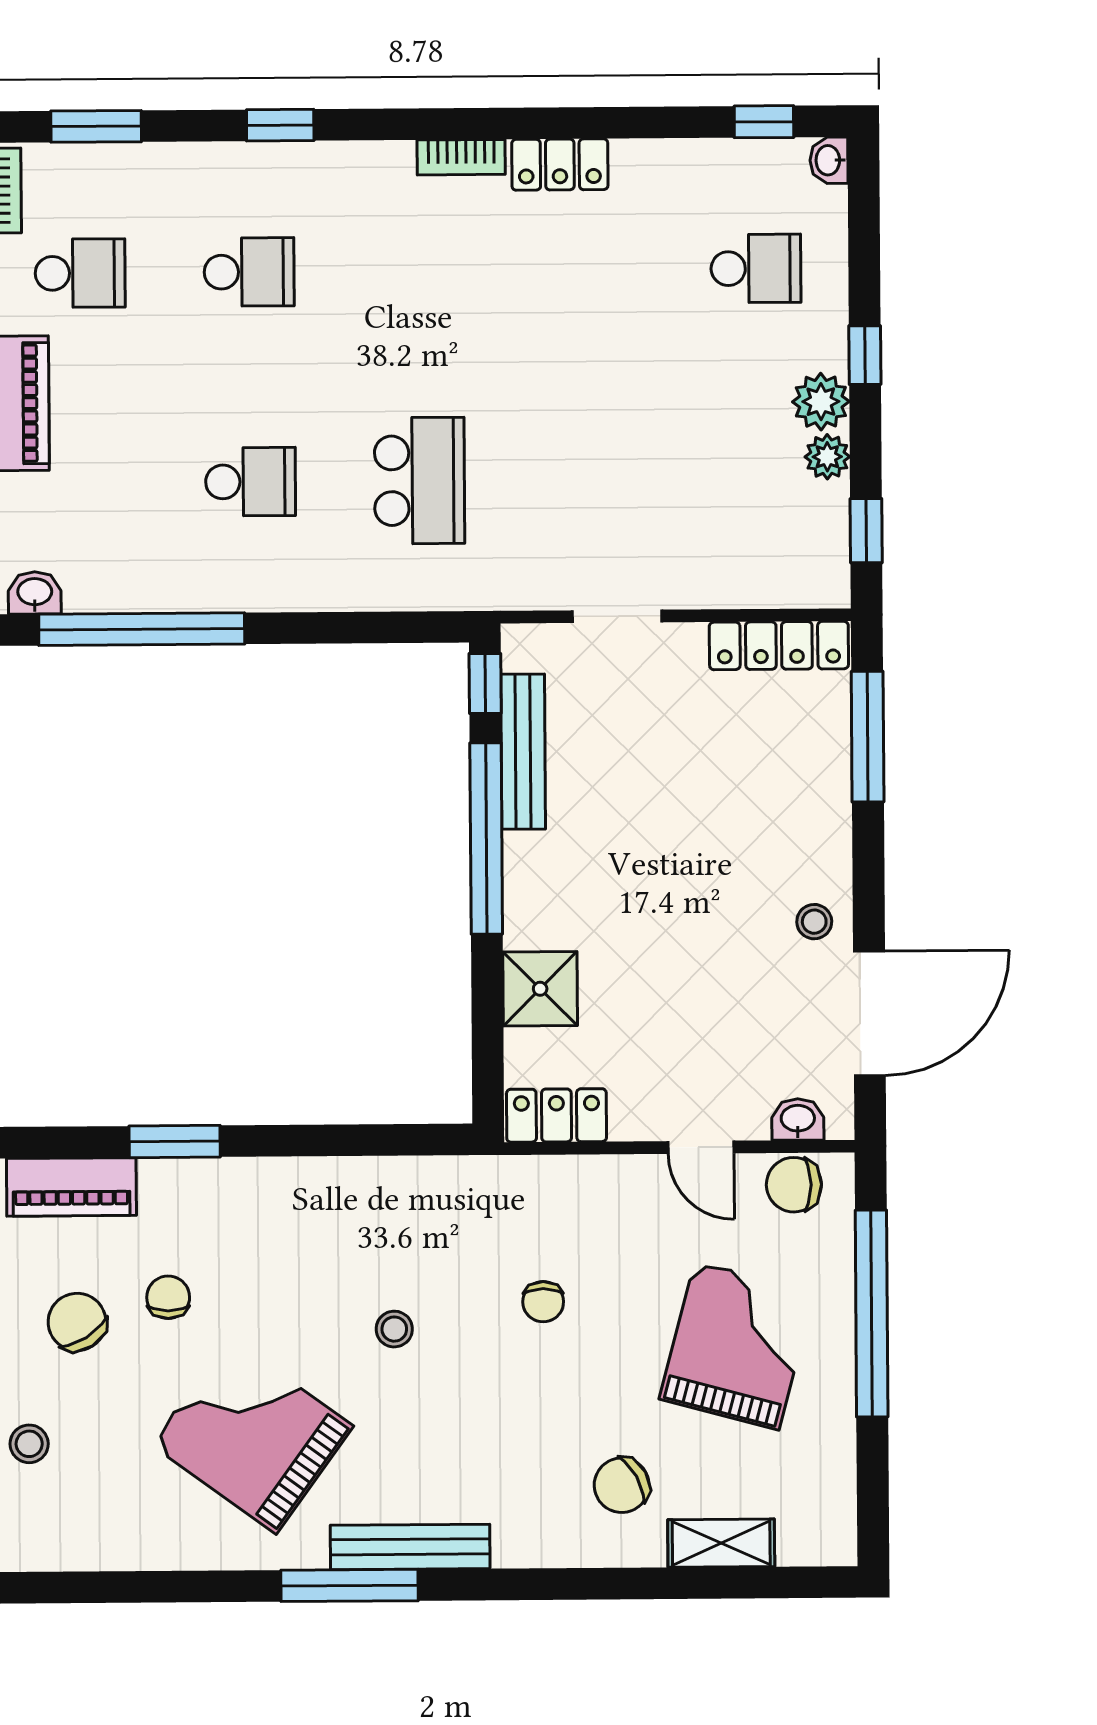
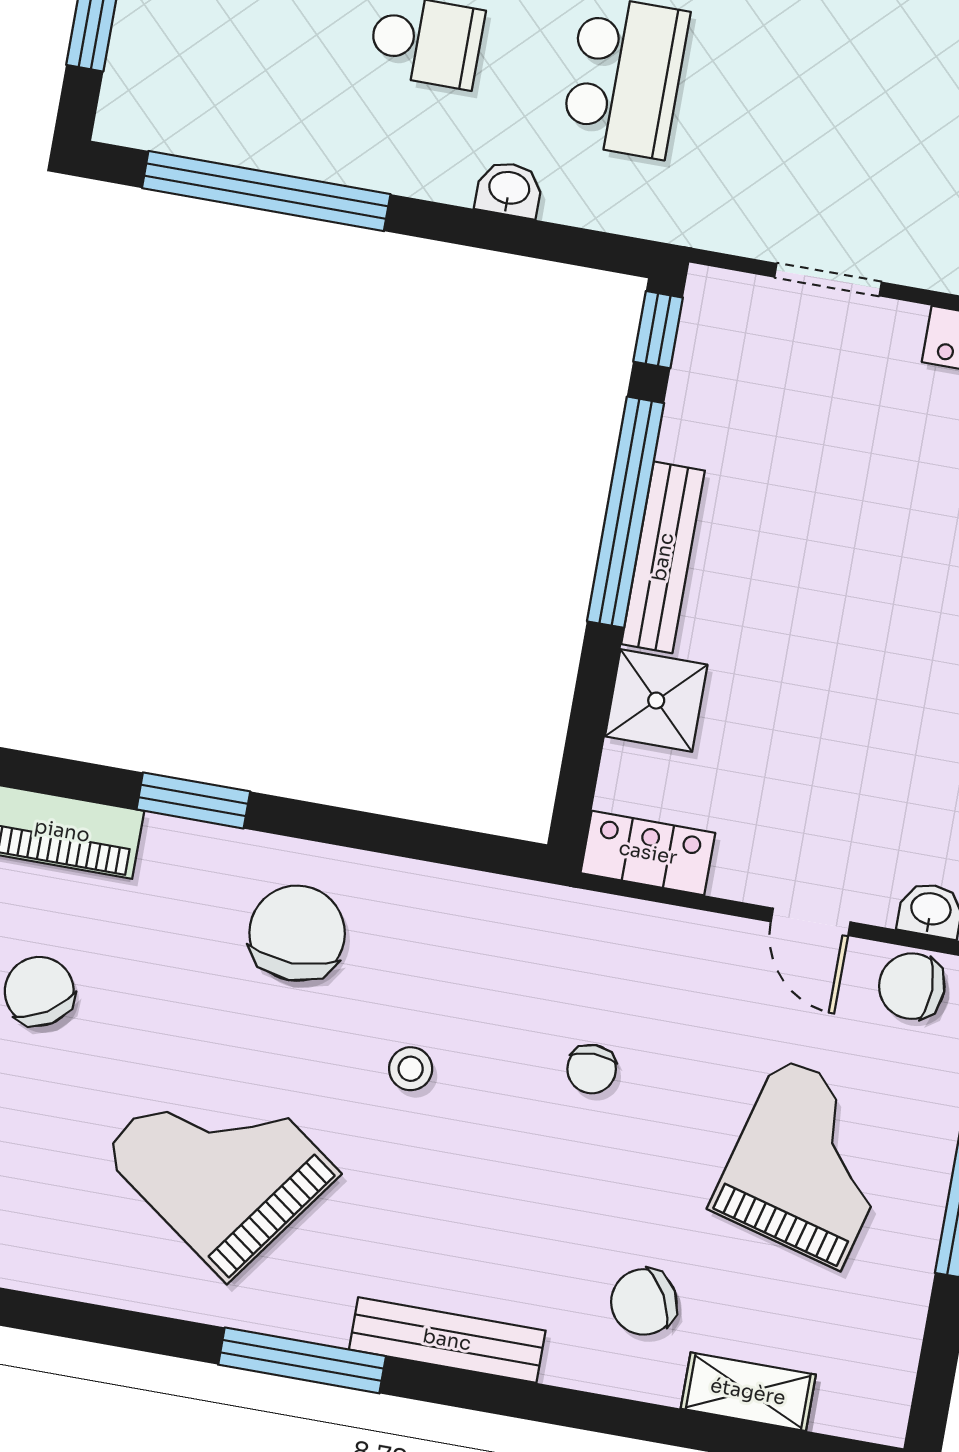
washbasin: (35, 593) -> (509, 189), moved
bench: (523, 752) -> (663, 557), moved
chair: (168, 1297) -> (297, 933), moved, width x1.87, depth x1.87
bench: (410, 1547) -> (447, 1340), moved

